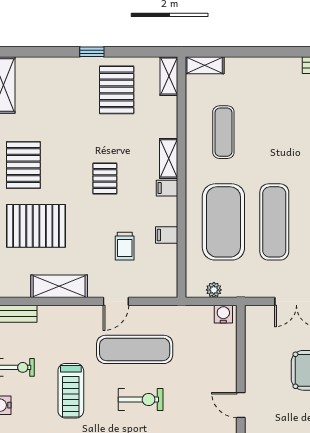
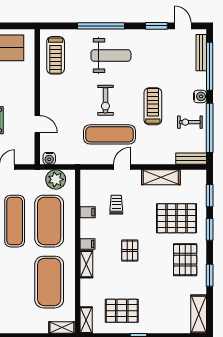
pallet: (117, 90) -> (122, 311), turned 90
exercise mat: (223, 132) -> (49, 282), width x2.00, depth x1.45
plant: (214, 290) -> (56, 179), width x1.88, depth x1.88
exercise bike: (141, 399) -> (105, 100), turned -90
door: (241, 405) -> (37, 124), moved

